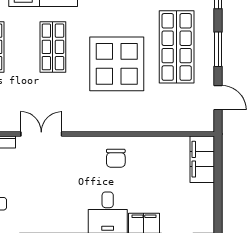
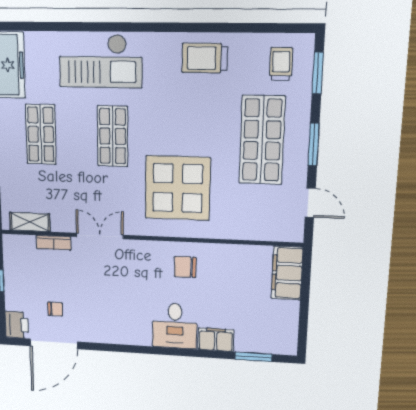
display table: (117, 64) -> (178, 188), moved
chair: (116, 158) -> (185, 267), turned 90

